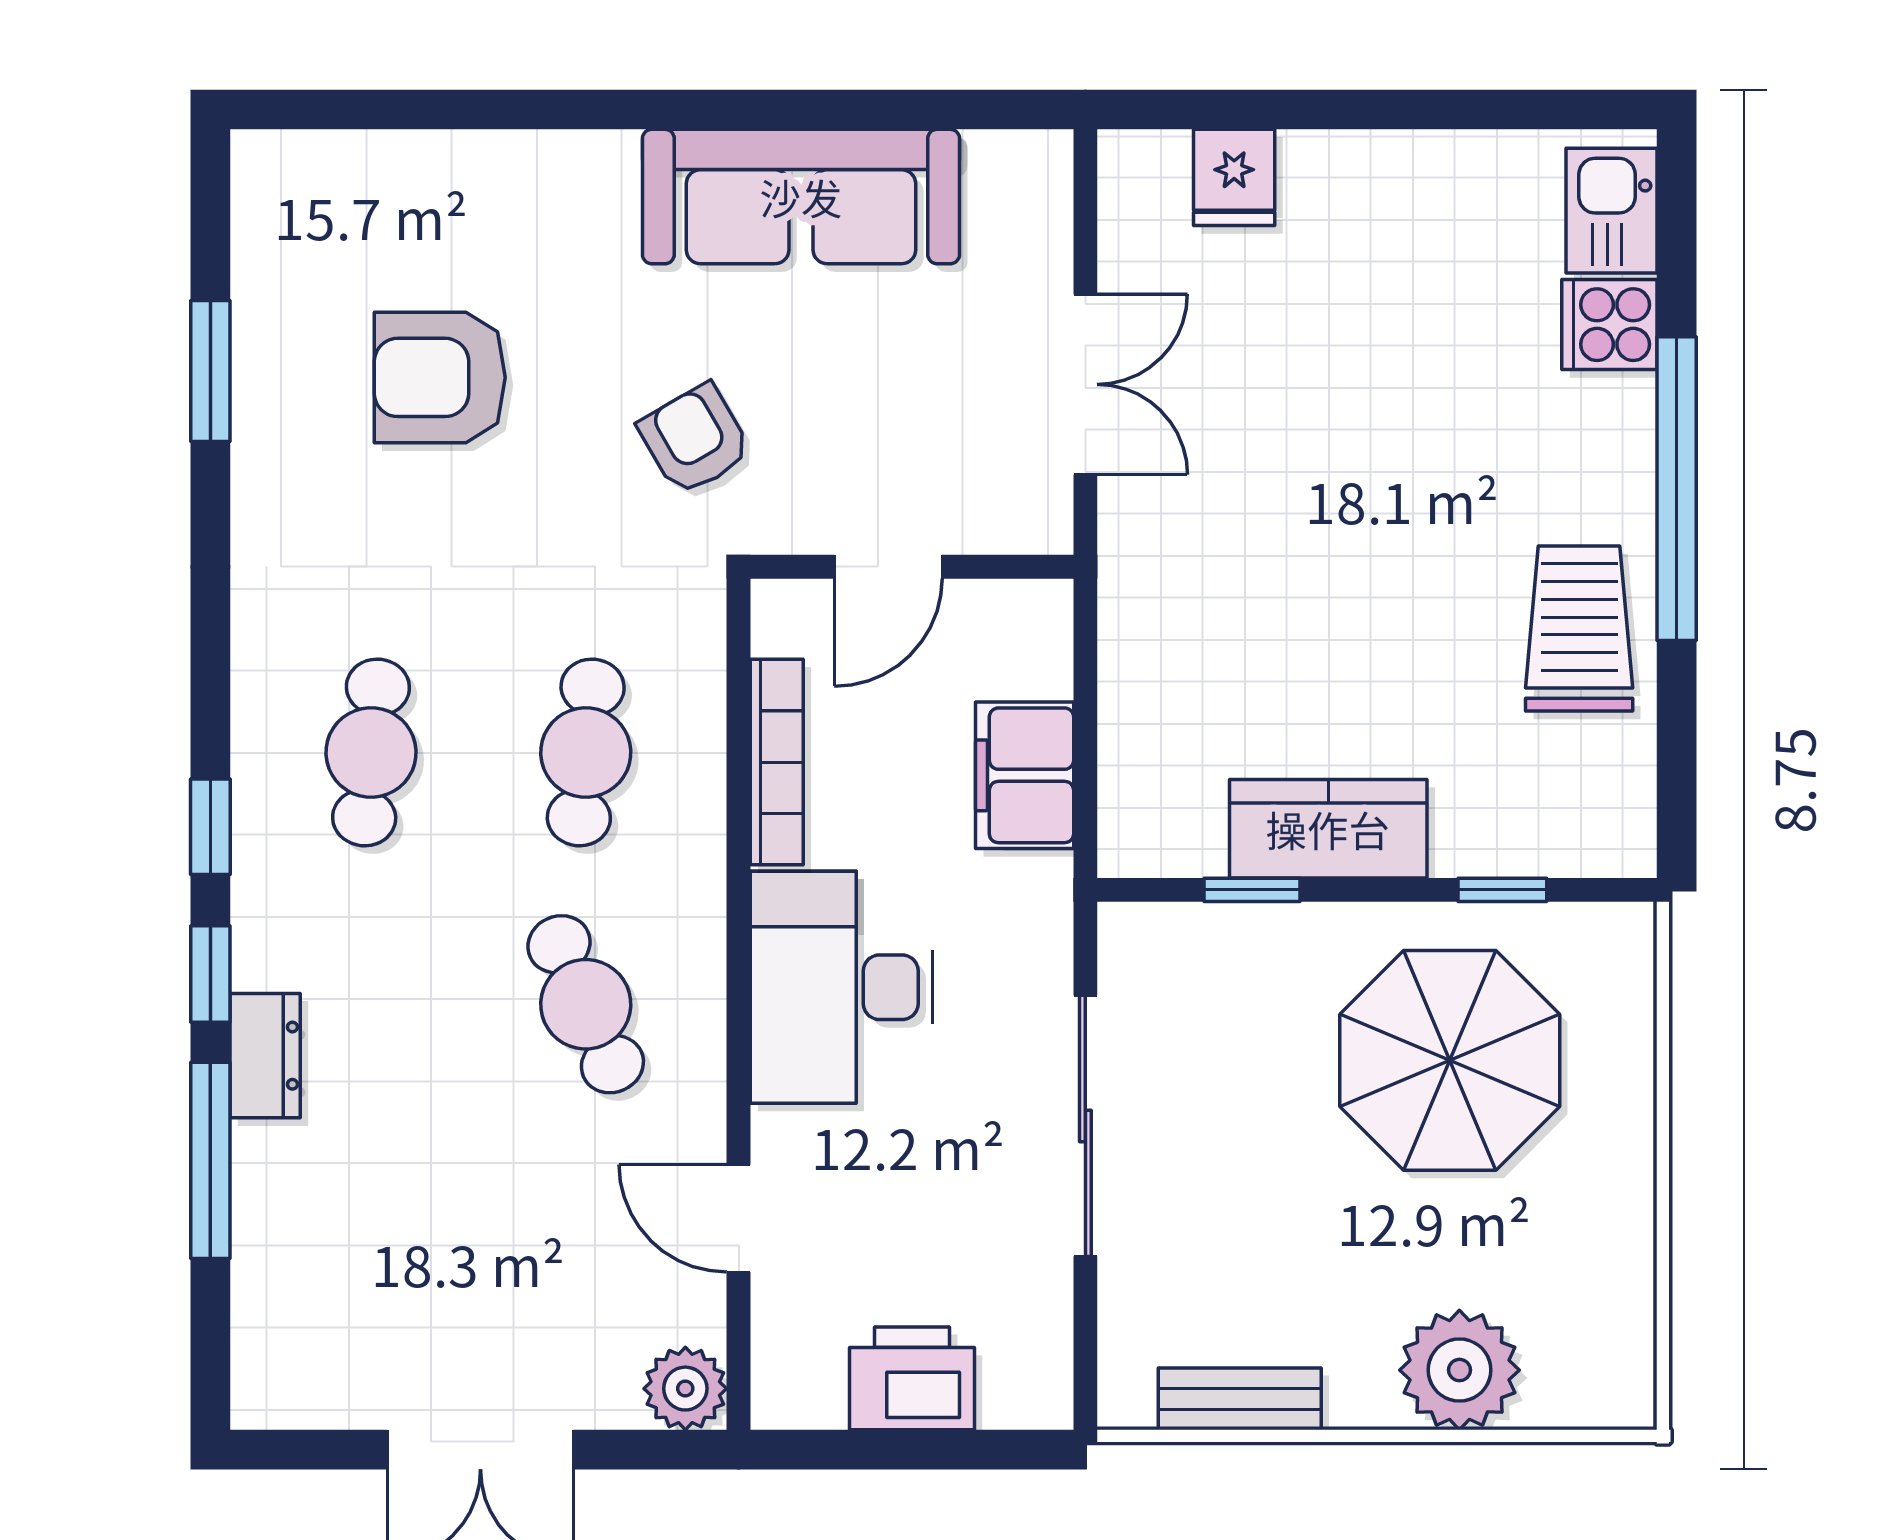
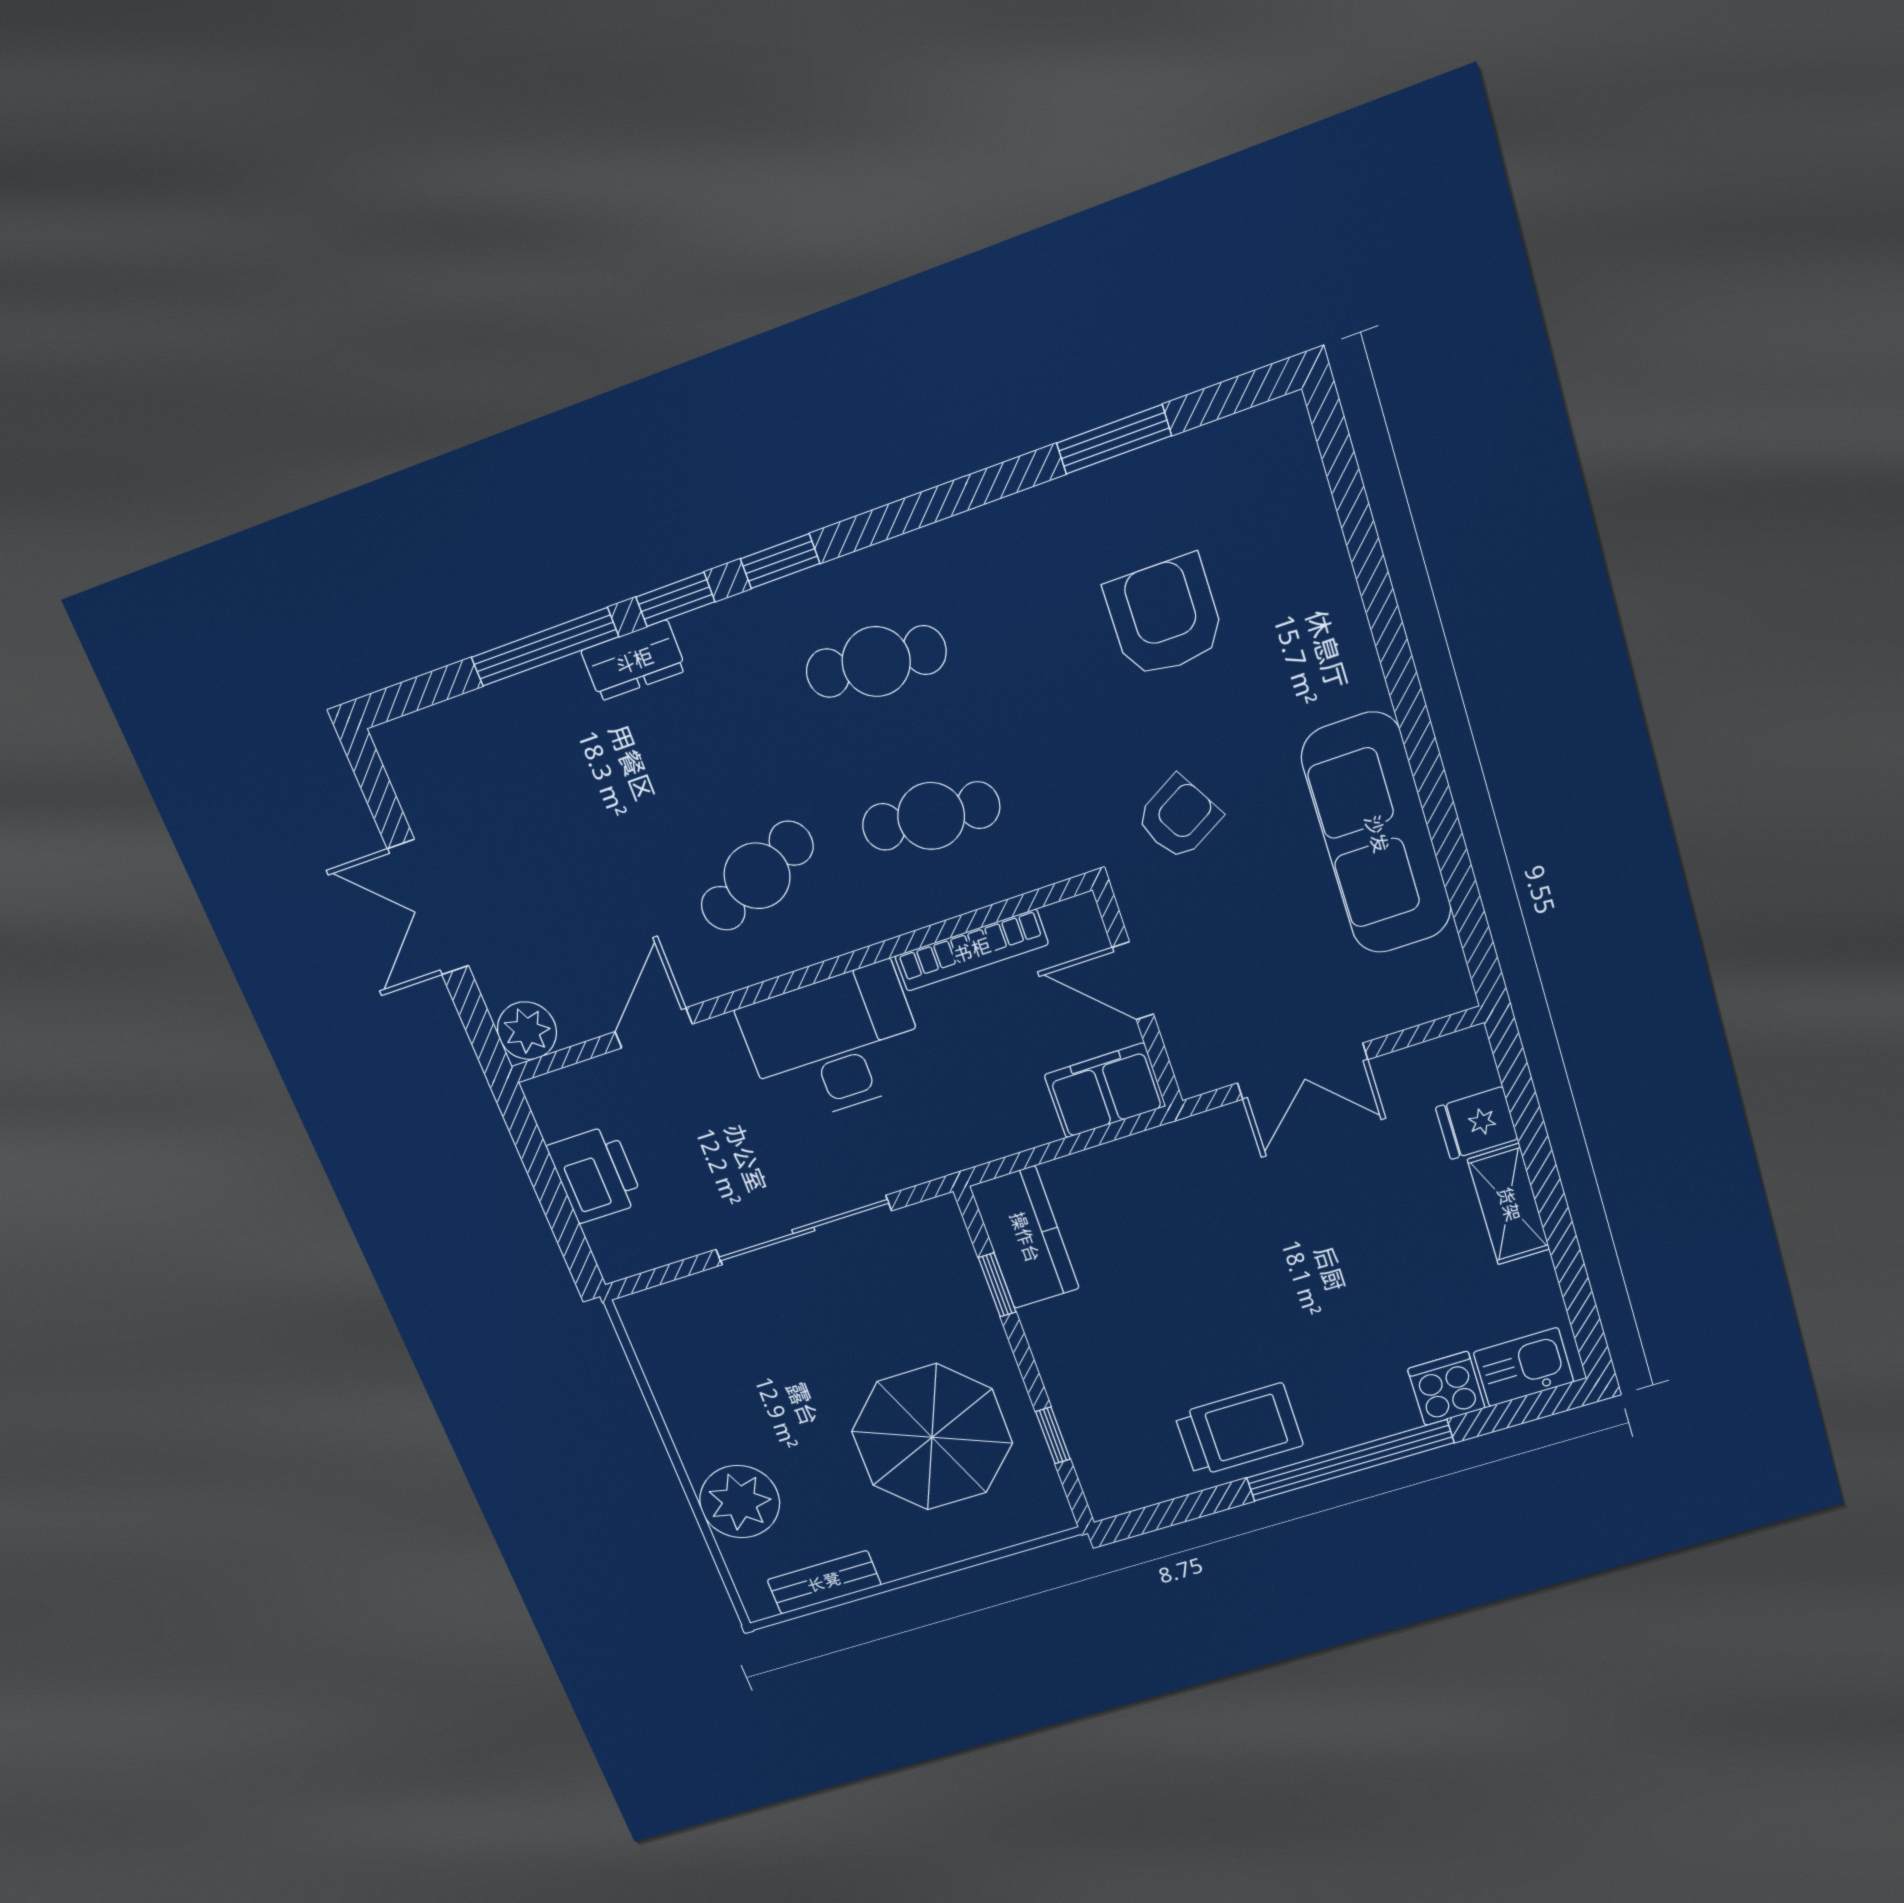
shelving: (1364, 167) -> (1509, 1204), added
filing cabinet: (1025, 775) -> (1105, 1090), moved
kitchen counter: (1328, 829) -> (1025, 1237), moved
bench: (1240, 1399) -> (824, 1582), moved, turned 90

